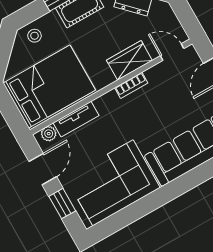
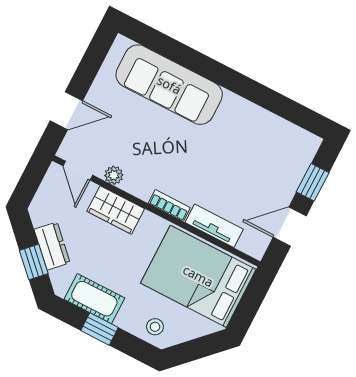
bookcase: (131, 85) -> (169, 206), moved
plant: (49, 134) -> (114, 175), moved
corner sofa: (113, 183) -> (256, 143), removed

